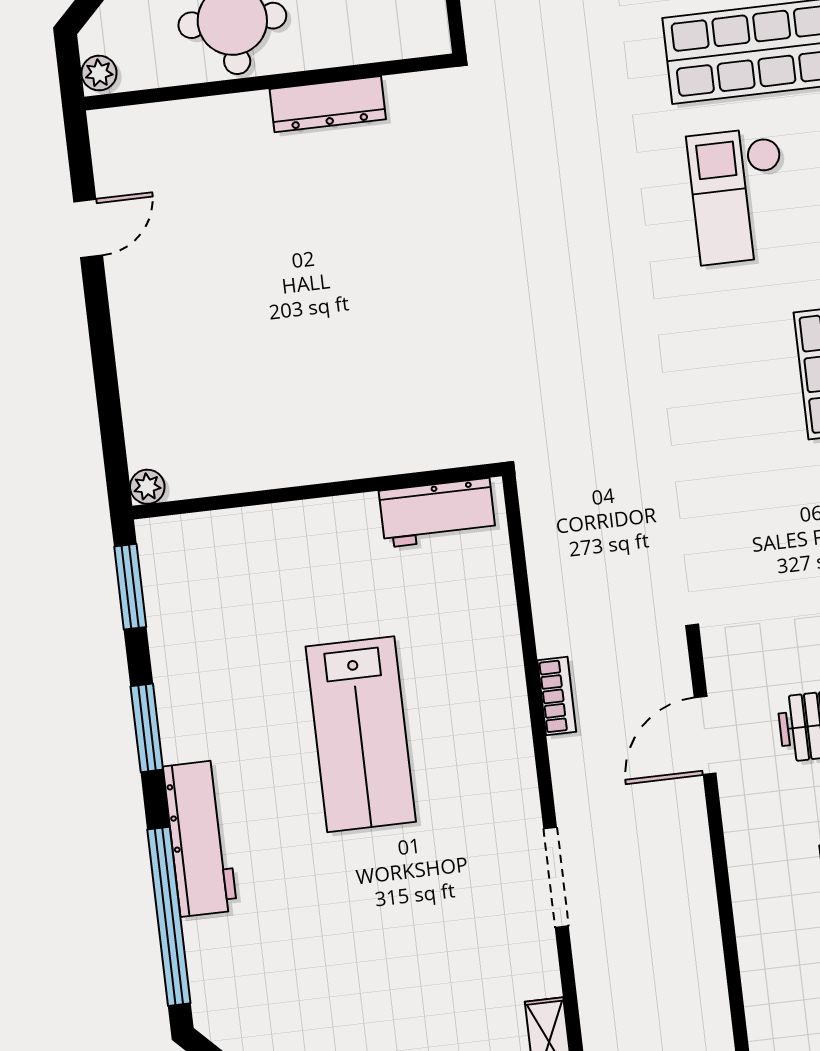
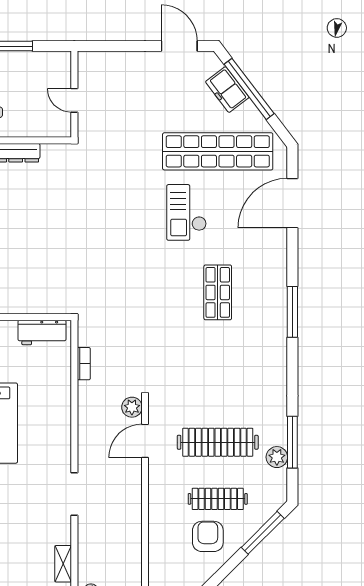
plant: (666, 661) -> (132, 407), added
bookcase: (557, 696) -> (84, 364), moved

